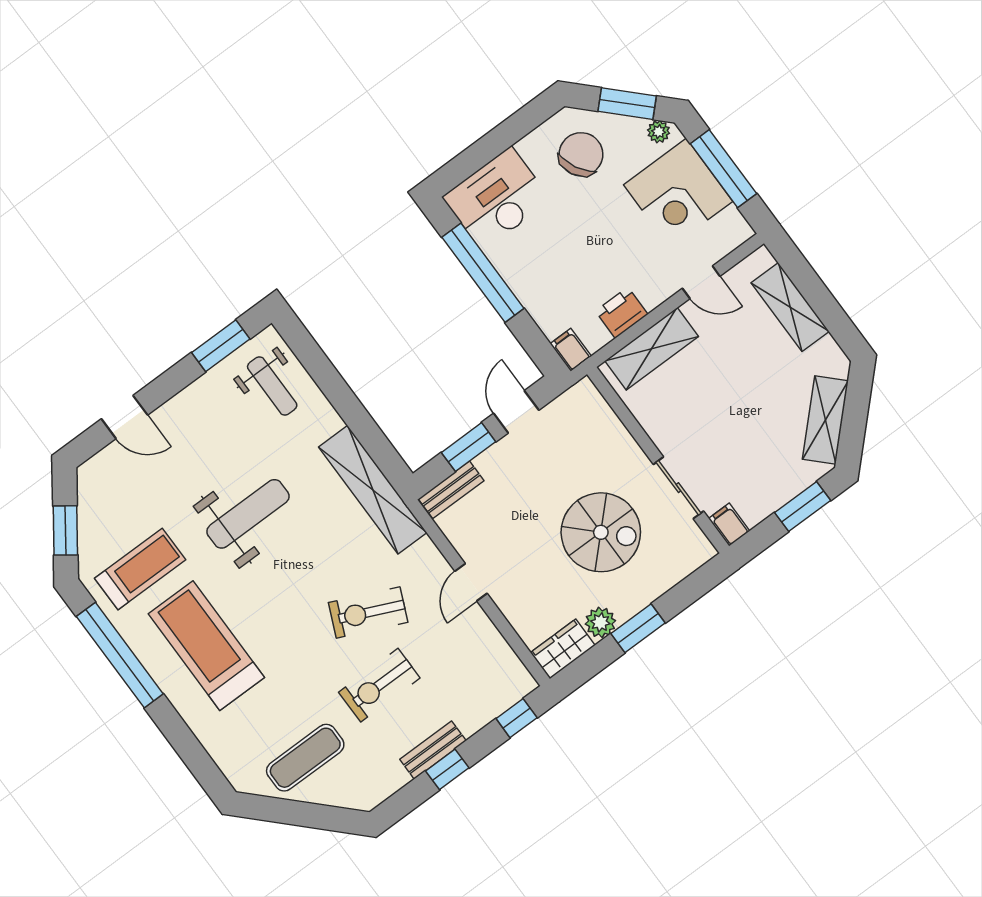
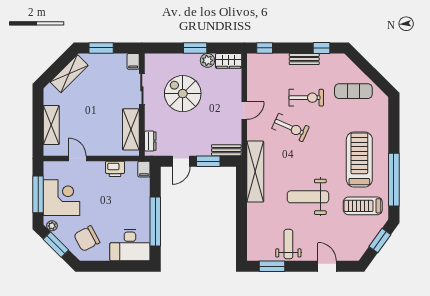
shelving: (652, 349) -> (131, 129), moved, turned 90
weight bench: (272, 386) -> (288, 244), moved
dresser: (596, 407) -> (150, 141), added
treadmill: (206, 646) -> (359, 159), turned 180
window: (447, 769) -> (322, 48), moved

